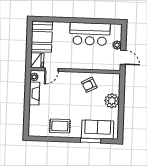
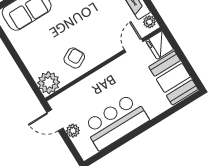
plant: (112, 101) -> (49, 83), moved

